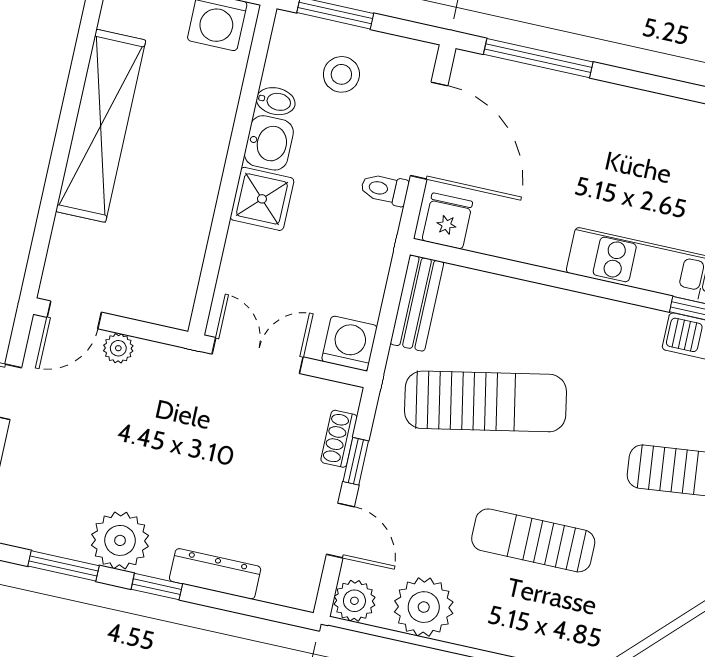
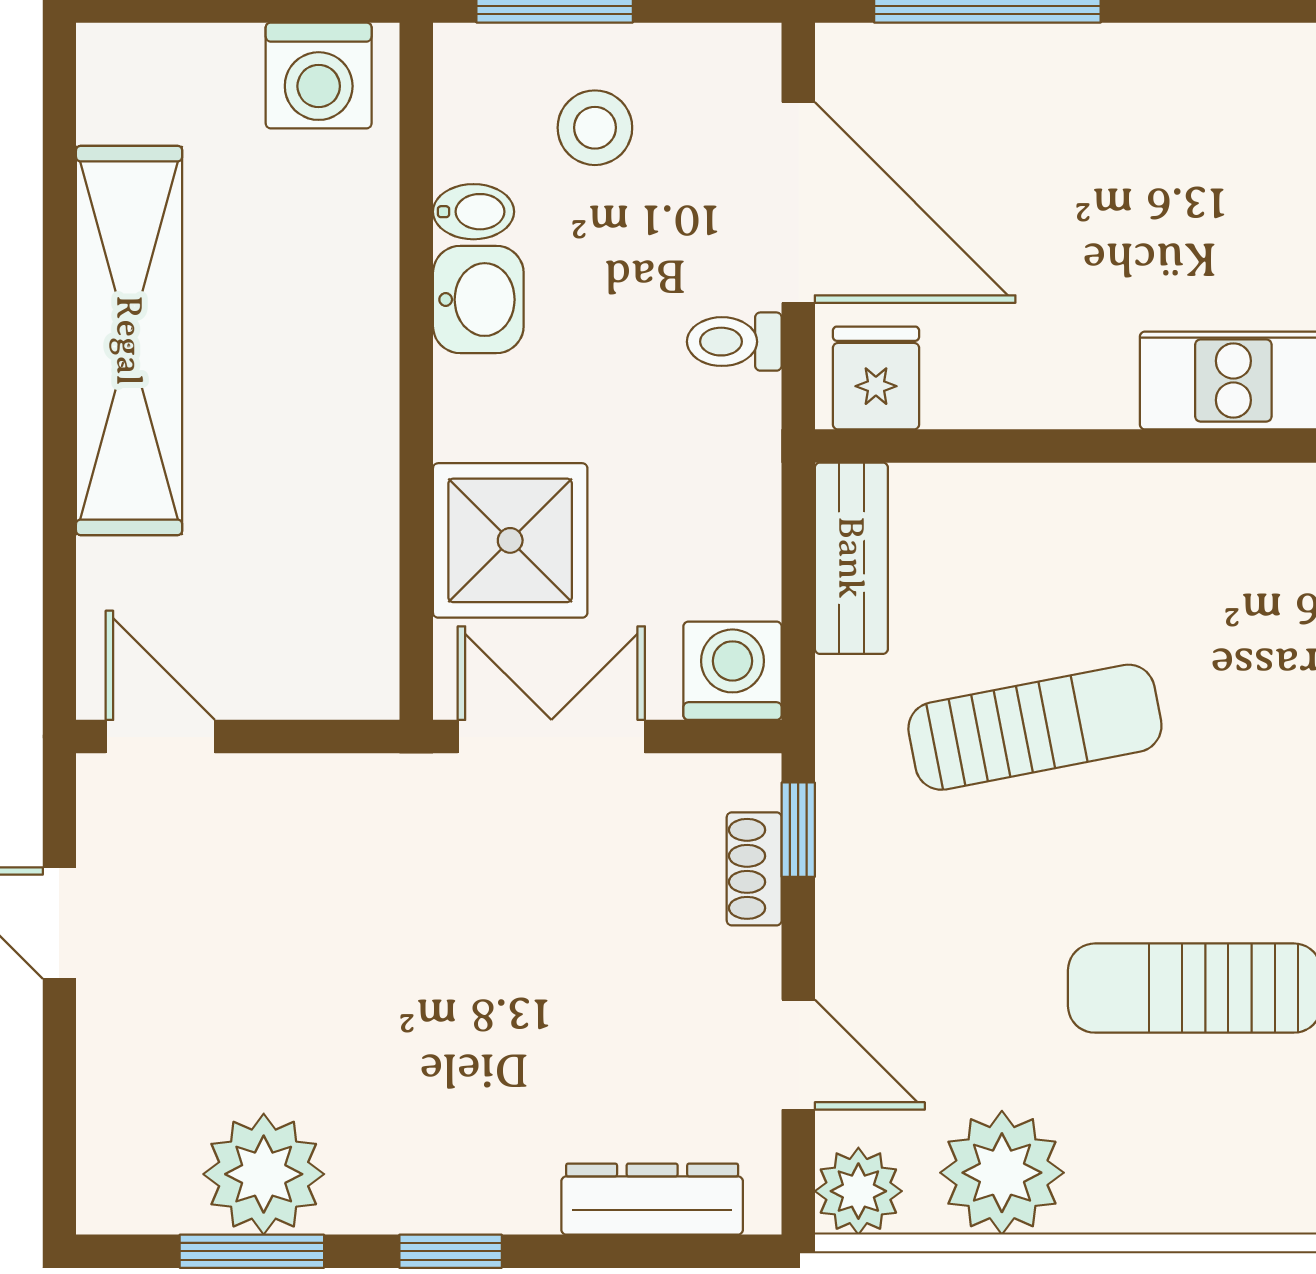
shower: (262, 199) -> (510, 540), moved, width x1.36, depth x1.36
door: (74, 315) -> (160, 737), swing flipped
plant: (118, 348) -> (265, 784), removed
sun lounger: (486, 401) -> (1035, 727), width x0.73, depth x0.75
window: (356, 461) -> (798, 830), moved
plant: (120, 540) -> (264, 1174), moved
dresser: (215, 574) -> (652, 1199), moved

